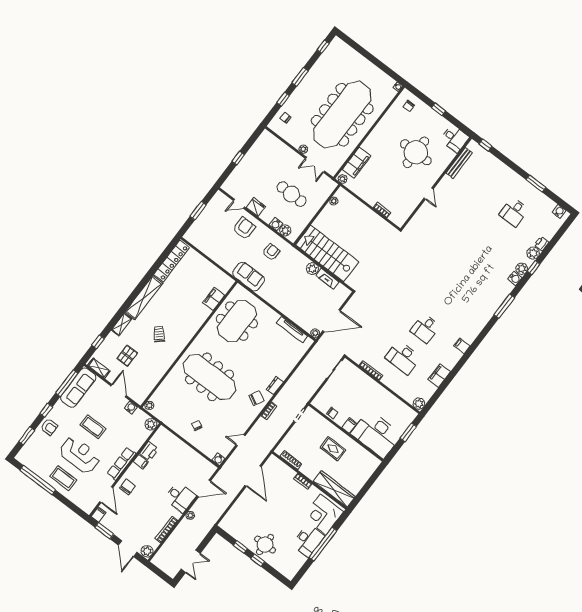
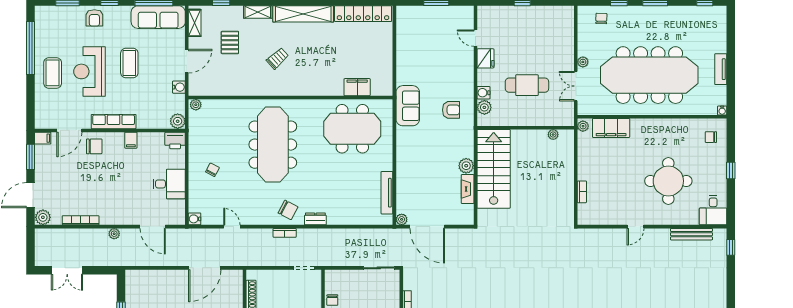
tv unit: (372, 68) -> (721, 69), added
cafe table: (291, 194) -> (527, 85), turned 90
armchair: (244, 228) -> (454, 63), removed
pallet: (127, 356) -> (230, 42), turned 90
printer: (149, 451) -> (175, 140), moved
reception desk: (80, 455) -> (89, 71), turned 180
desk: (180, 497) -> (169, 184), moved, turned -90

